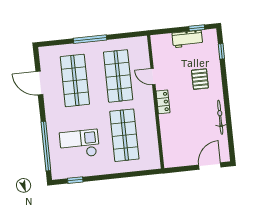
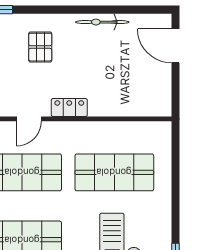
pallet: (200, 79) -> (40, 47), turned 90

